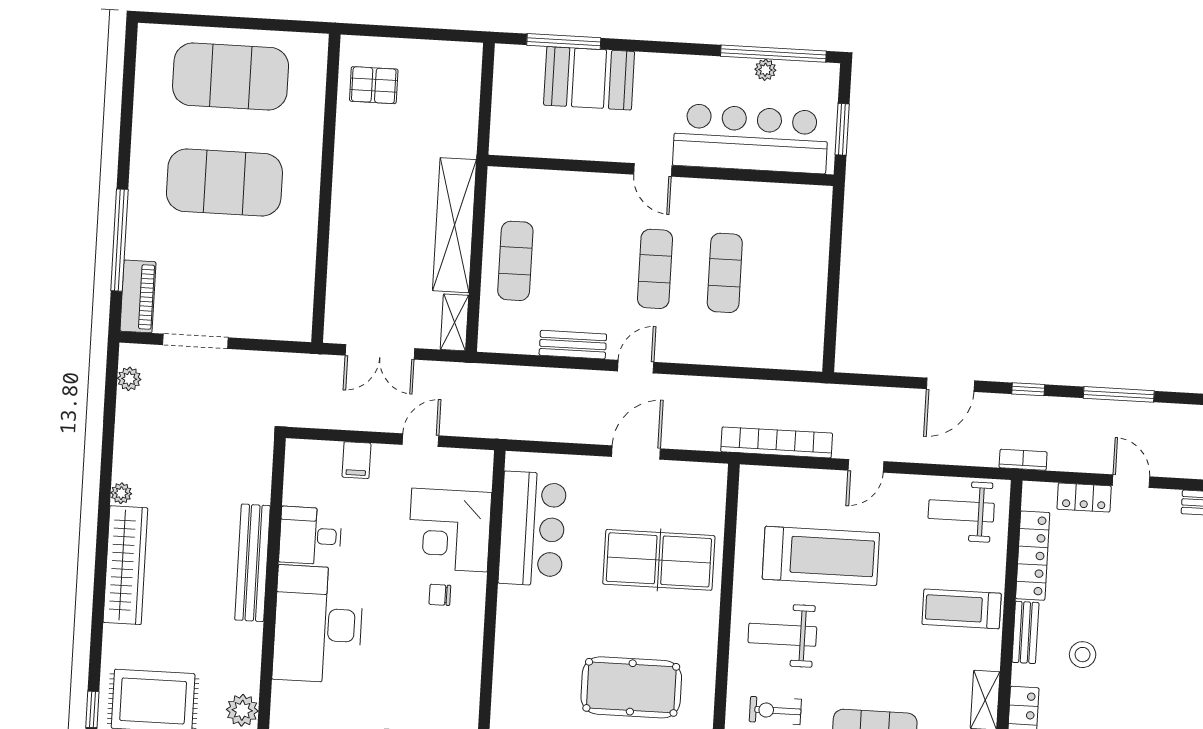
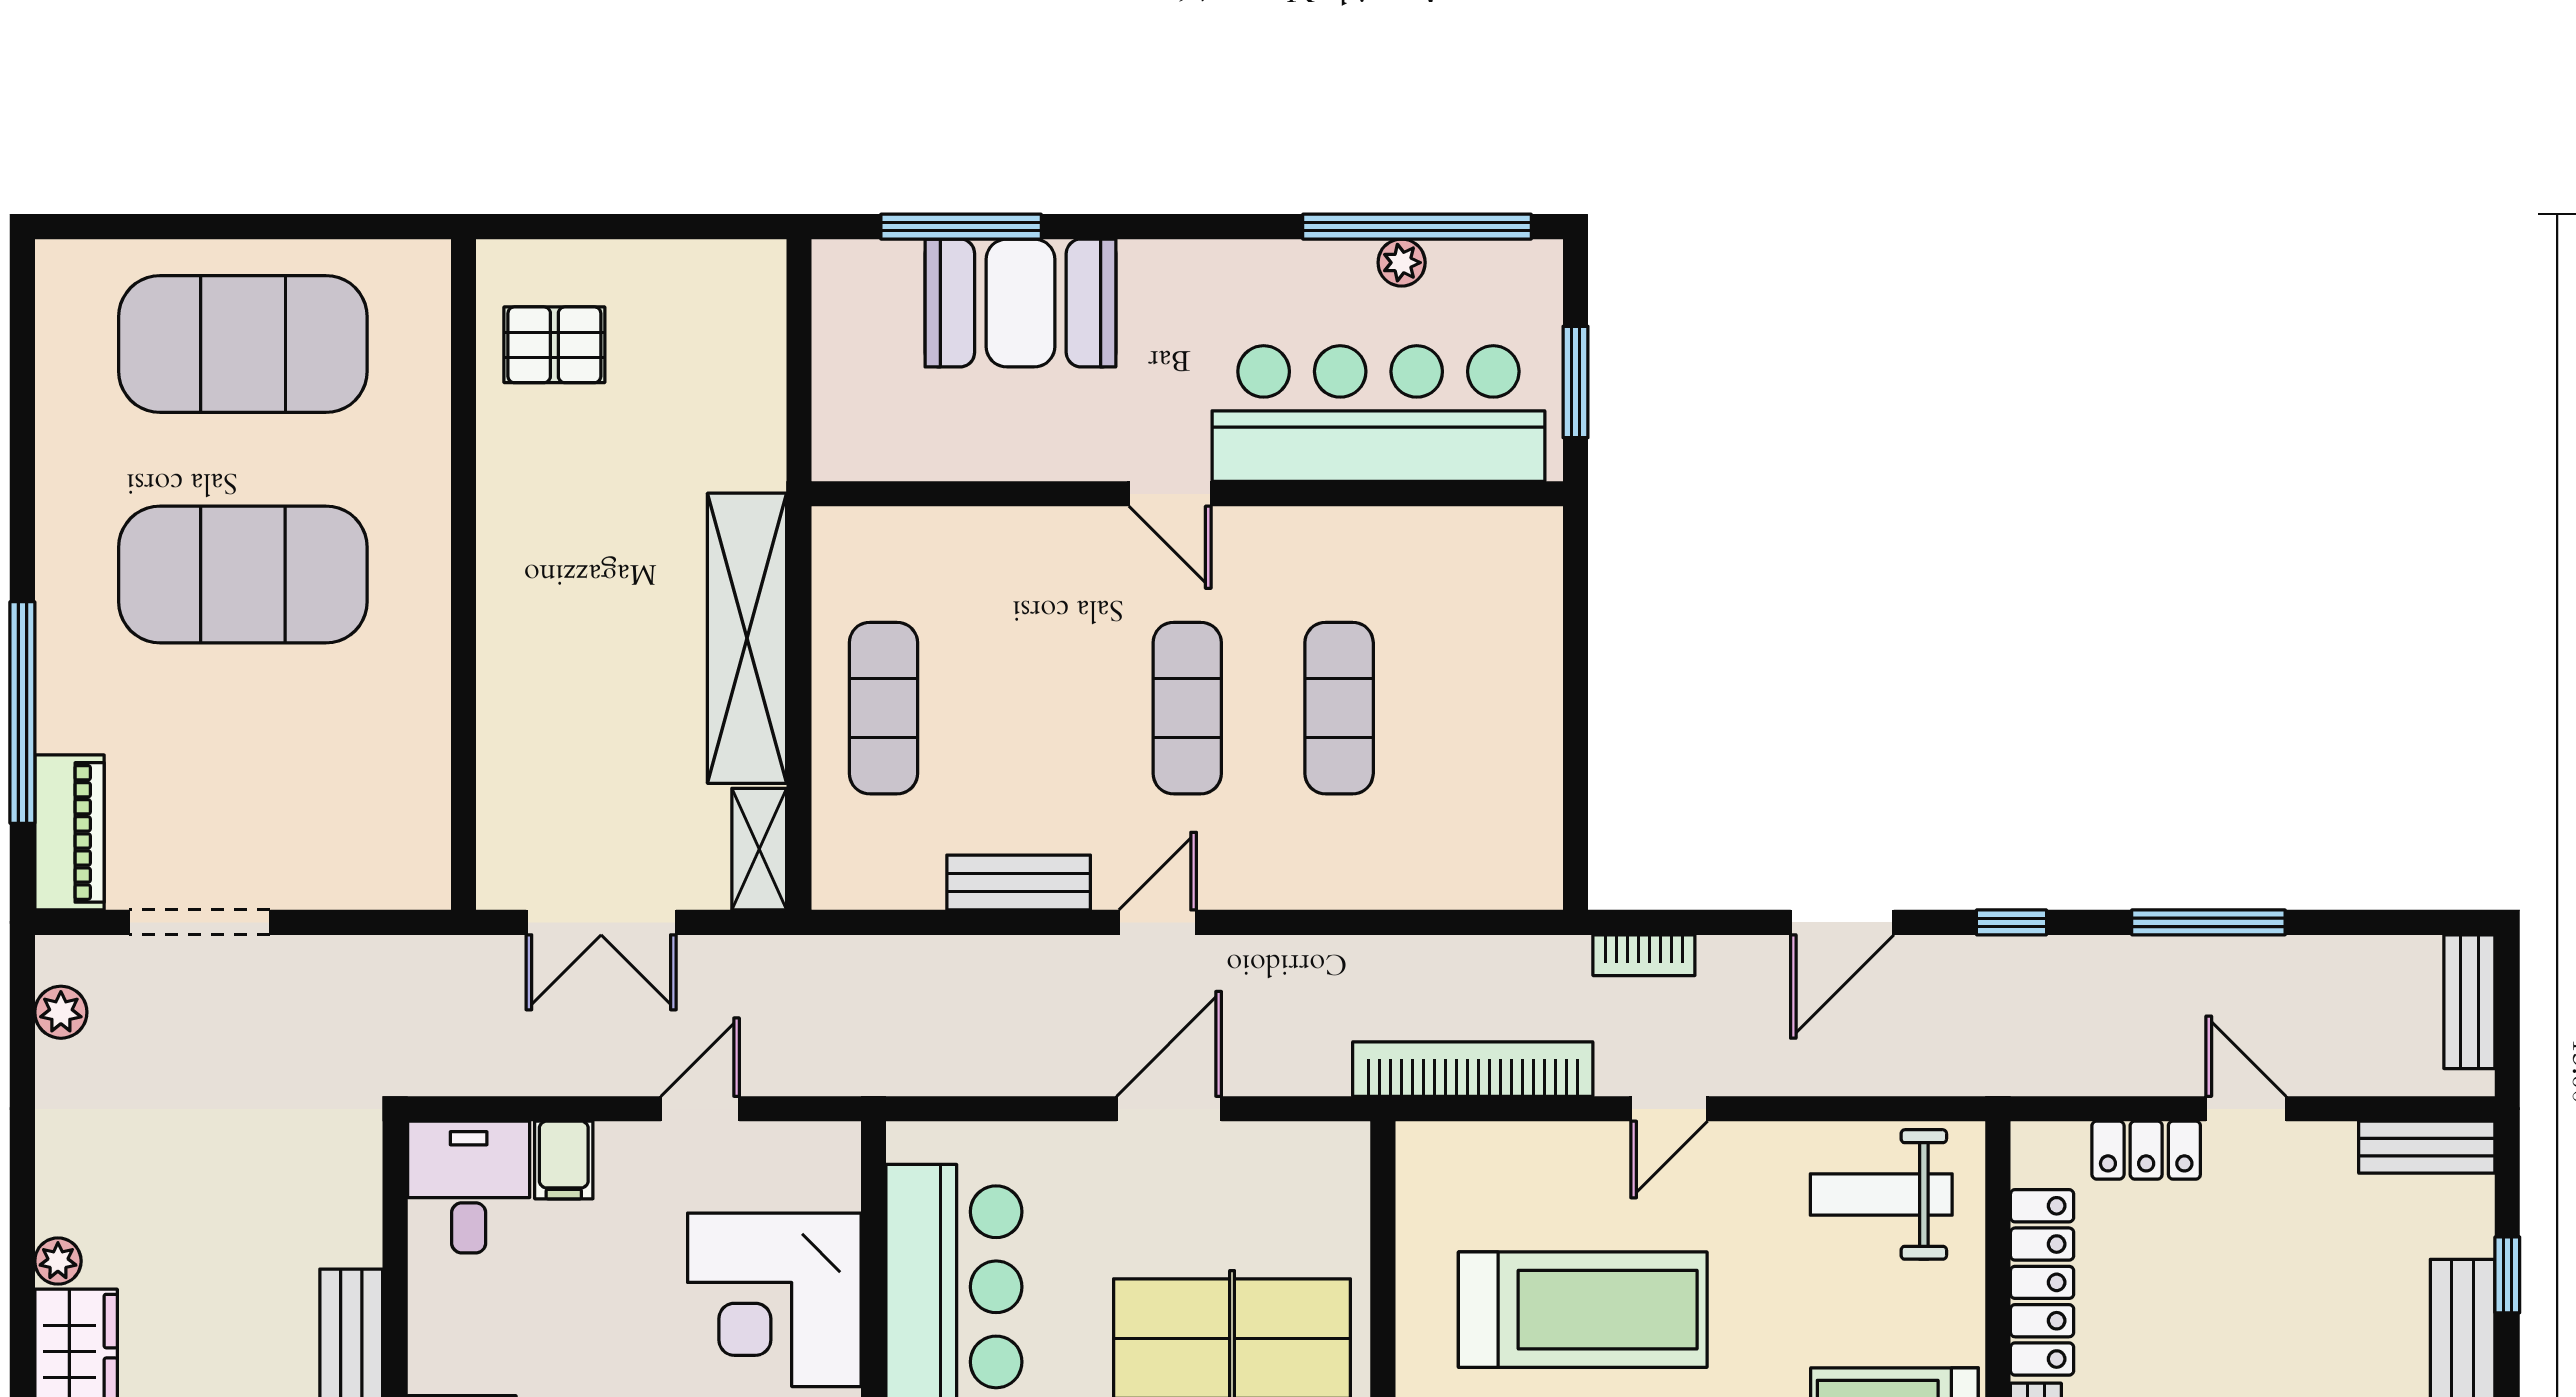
bookcase: (1023, 460) -> (1644, 955), moved, turned 180
desk: (310, 536) -> (469, 1187), moved, turned 90

